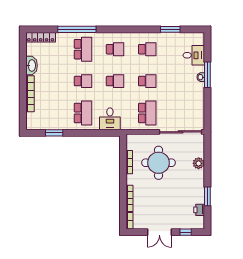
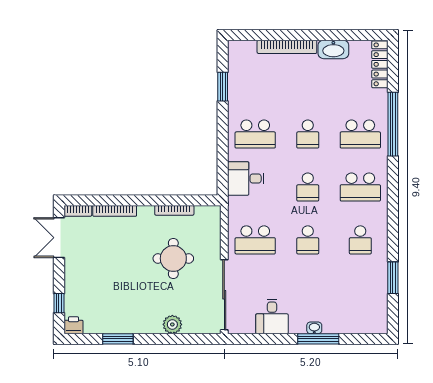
school desk: (115, 49) -> (360, 187), width x1.85
desk: (194, 55) -> (272, 317), moved
round table: (159, 163) -> (173, 258), width x0.73, depth x0.73
printer: (199, 210) -> (73, 325), moved
double door: (159, 232) -> (59, 238), moved

